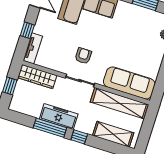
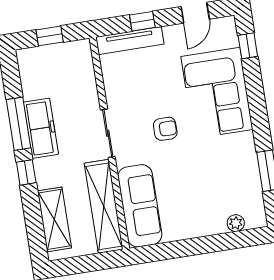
tv unit: (33, 48) -> (130, 41), width x1.41
armchair: (83, 56) -> (165, 129), moved
wardrobe: (37, 77) -> (83, 69), removed

